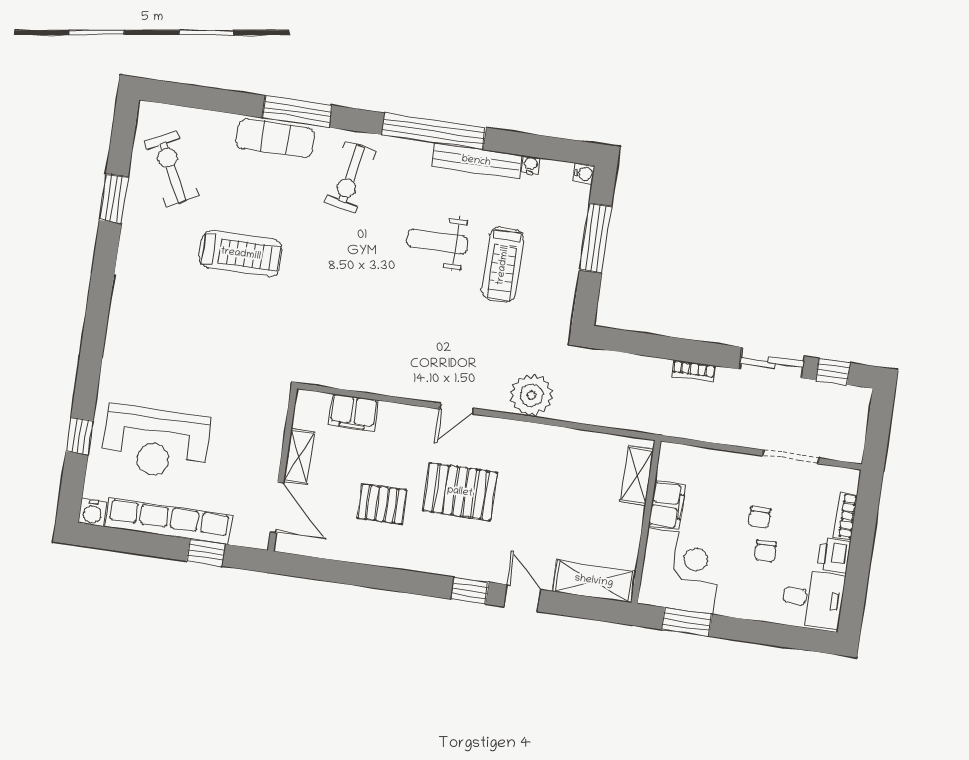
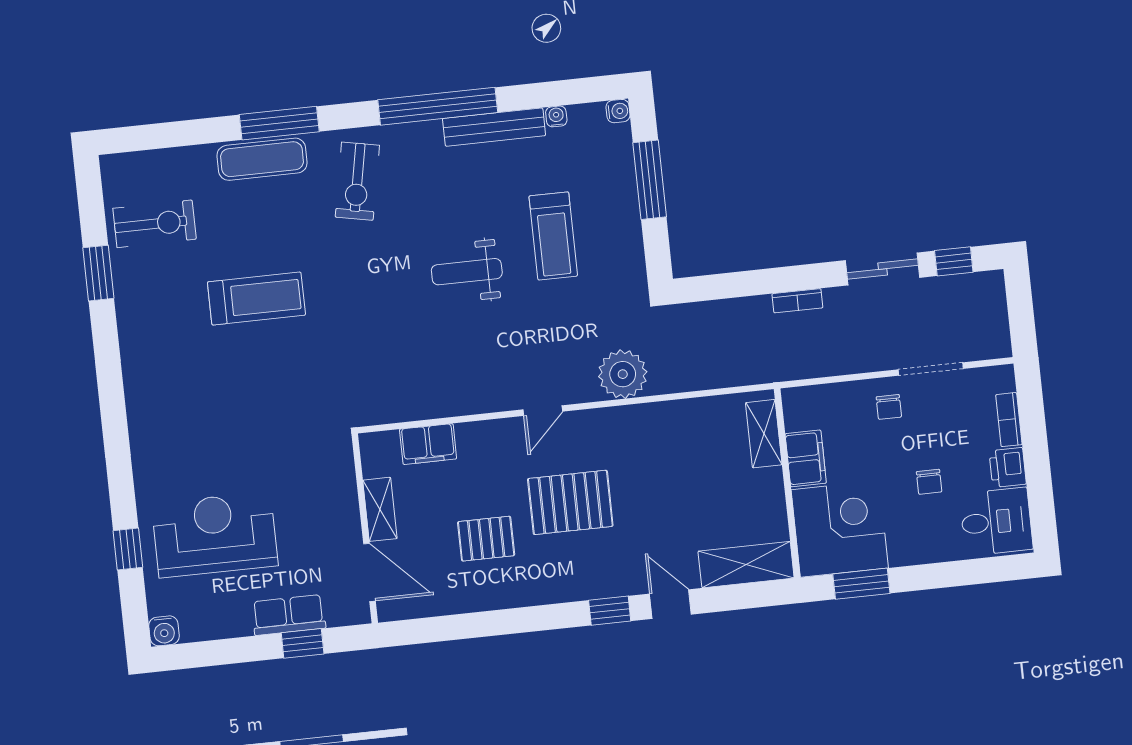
exercise bike: (171, 169) -> (155, 224), turned 117
weight bench: (437, 242) -> (467, 272), moved
reception desk: (155, 443) -> (215, 535), turned 180
chair: (760, 517) -> (889, 407), moved
row of seats: (169, 521) -> (289, 615), width x0.50

